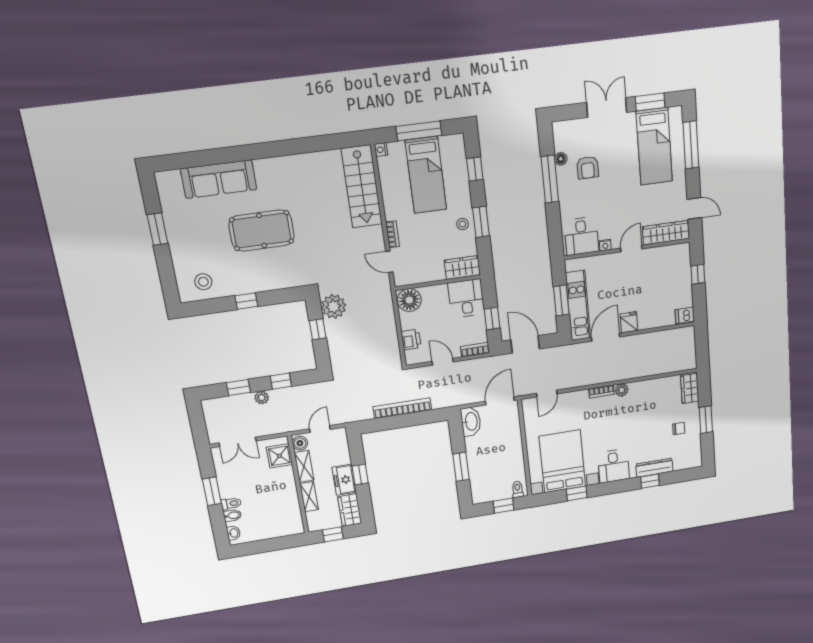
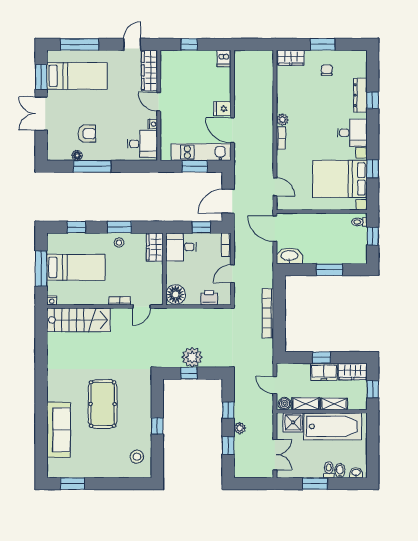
window: (157, 229) -> (72, 484), moved
plant: (334, 306) -> (192, 357), moved
bathtub: (283, 499) -> (333, 426), added

